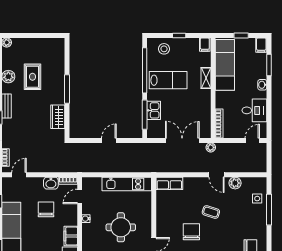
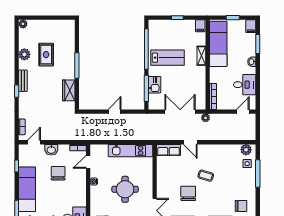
stool: (164, 49) -> (164, 30), removed
door: (216, 175) -> (190, 142), moved
washbasin: (51, 183) -> (51, 150), moved
plant: (235, 183) -> (246, 150), moved
filing cabinet: (71, 236) -> (80, 197), removed

